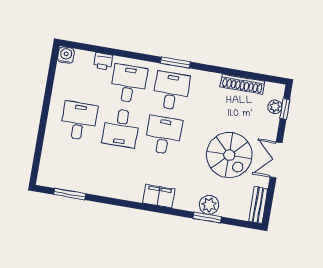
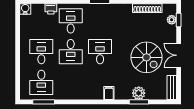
desk: (171, 91) -> (41, 82), moved, turned 180
filing cabinet: (159, 196) -> (109, 93), width x0.50

